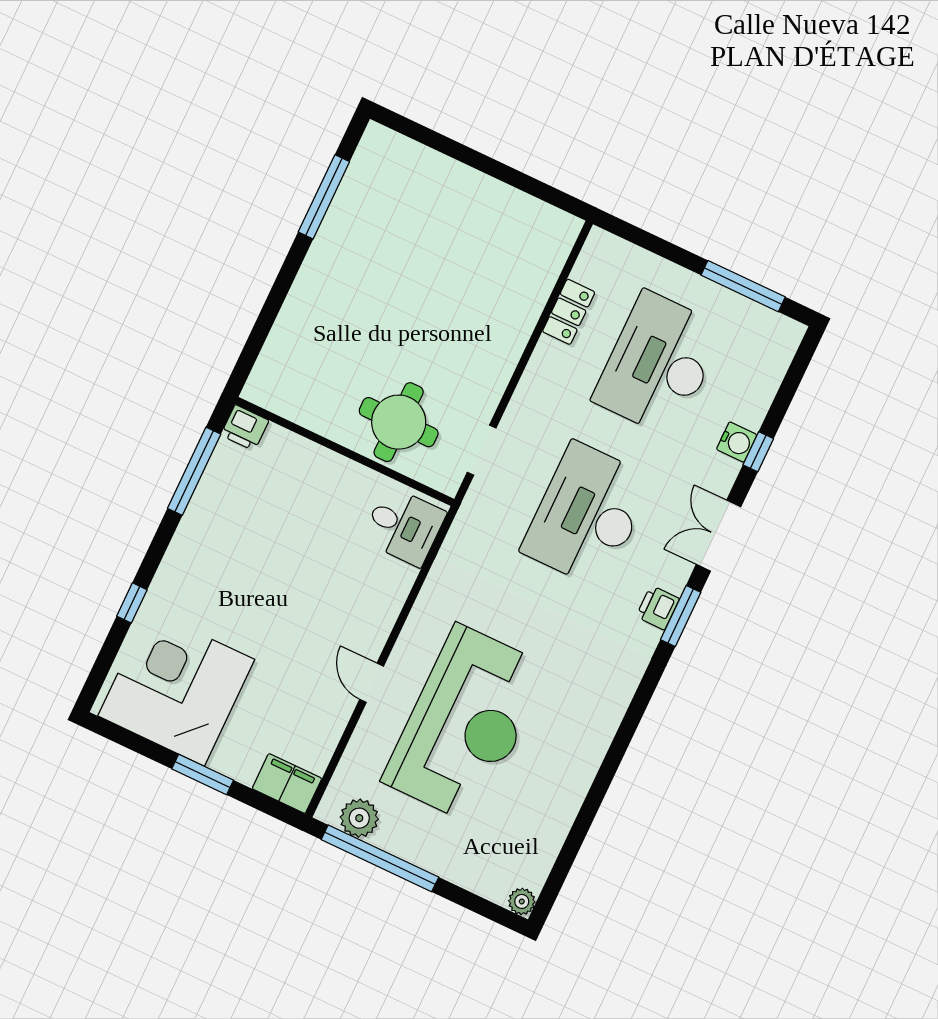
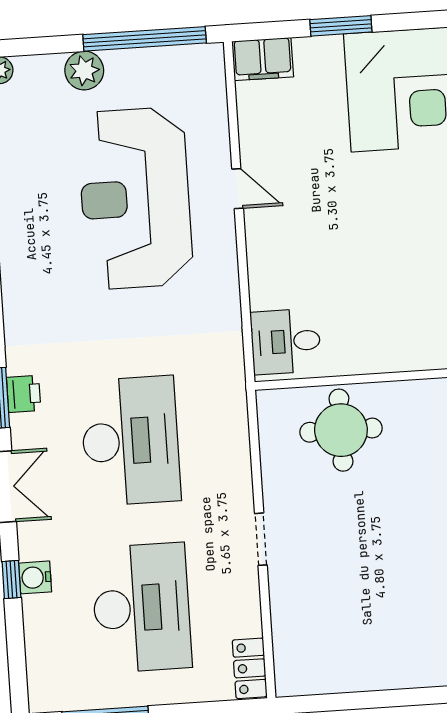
locker: (569, 312) -> (250, 668), moved
doorway: (482, 450) -> (261, 539), moved
plant: (359, 818) -> (84, 70), moved

